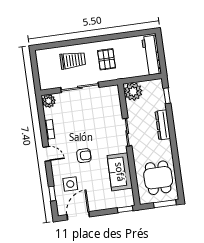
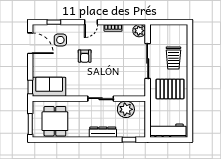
pallet: (106, 59) -> (170, 89), width x1.50, depth x1.42
plant: (133, 92) -> (126, 109), moved
sofa: (120, 172) -> (49, 87), moved
dining table: (158, 178) -> (55, 121), turned 90

